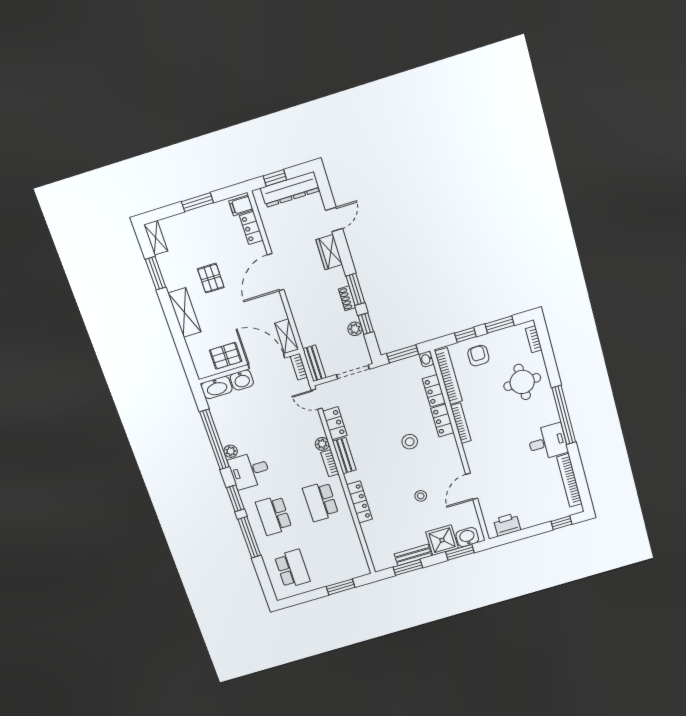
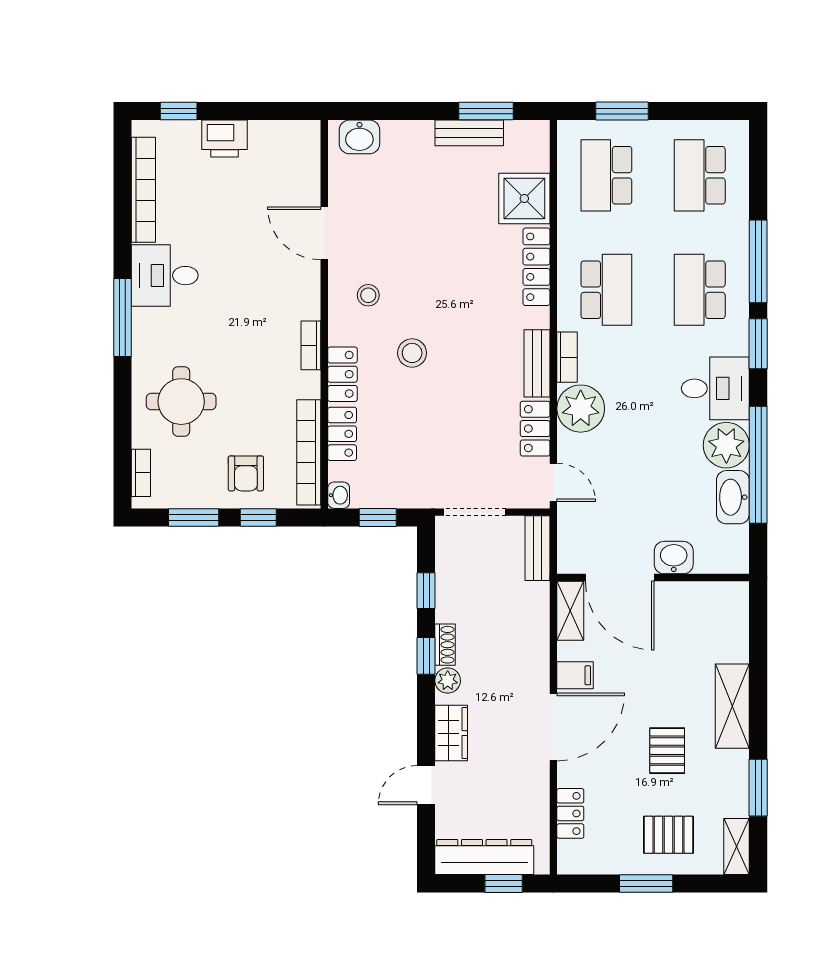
filing cabinet: (241, 205) -> (575, 675), moved
window: (355, 289) -> (426, 656), width x0.67
plant: (355, 329) -> (448, 681), moved
window: (403, 354) -> (378, 517), width x0.67
pallet: (226, 356) -> (668, 835), moved
bookcase: (299, 367) -> (566, 551), removed
washbasin: (217, 388) -> (733, 497), moved, turned -90
window: (564, 415) -> (123, 317), width x0.68
bookcase: (461, 423) -> (311, 345), width x0.64
plant: (322, 444) -> (581, 409), width x1.88, depth x1.88
plant: (231, 451) -> (726, 445), width x1.88, depth x1.88
door: (472, 486) -> (324, 233), swing flipped
stool: (421, 496) -> (368, 295), moved
school desk: (274, 515) -> (700, 290), turned 180
printer: (507, 525) -> (225, 139), moved
shower: (442, 540) -> (524, 198), moved
window: (460, 552) -> (381, 111), removed
school desk: (338, 555) -> (606, 175), added

